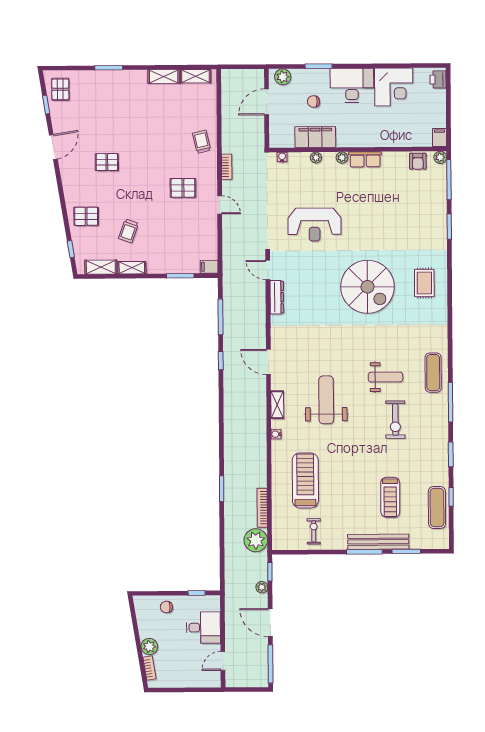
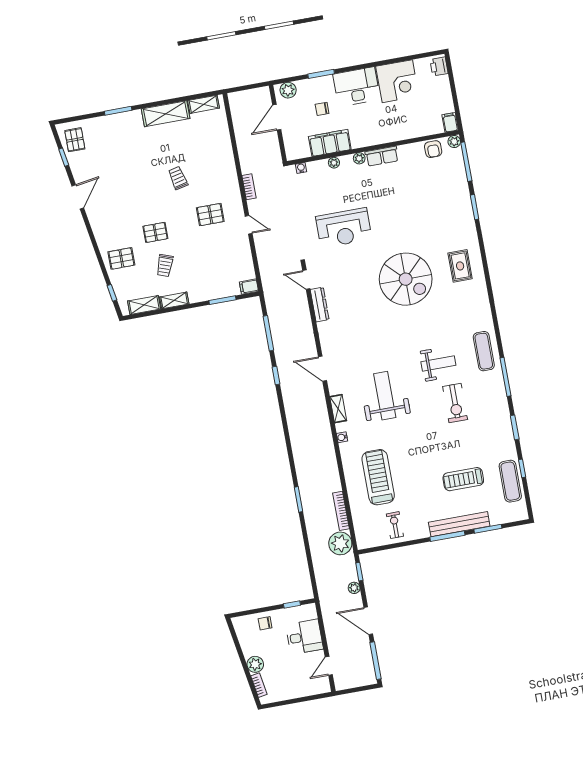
shelving: (164, 77) -> (166, 114), width x1.50, depth x1.33
trolley: (202, 142) -> (178, 178), moved
pallet: (107, 162) -> (155, 232), moved
treadmill: (390, 497) -> (463, 479), turned 90

